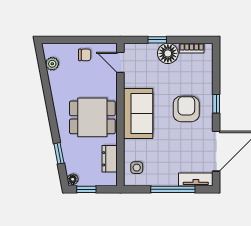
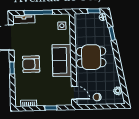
floor lamp: (168, 53) -> (44, 99), removed
armchair: (186, 109) -> (31, 64), turned 90
dresser: (110, 159) -> (79, 31), removed

